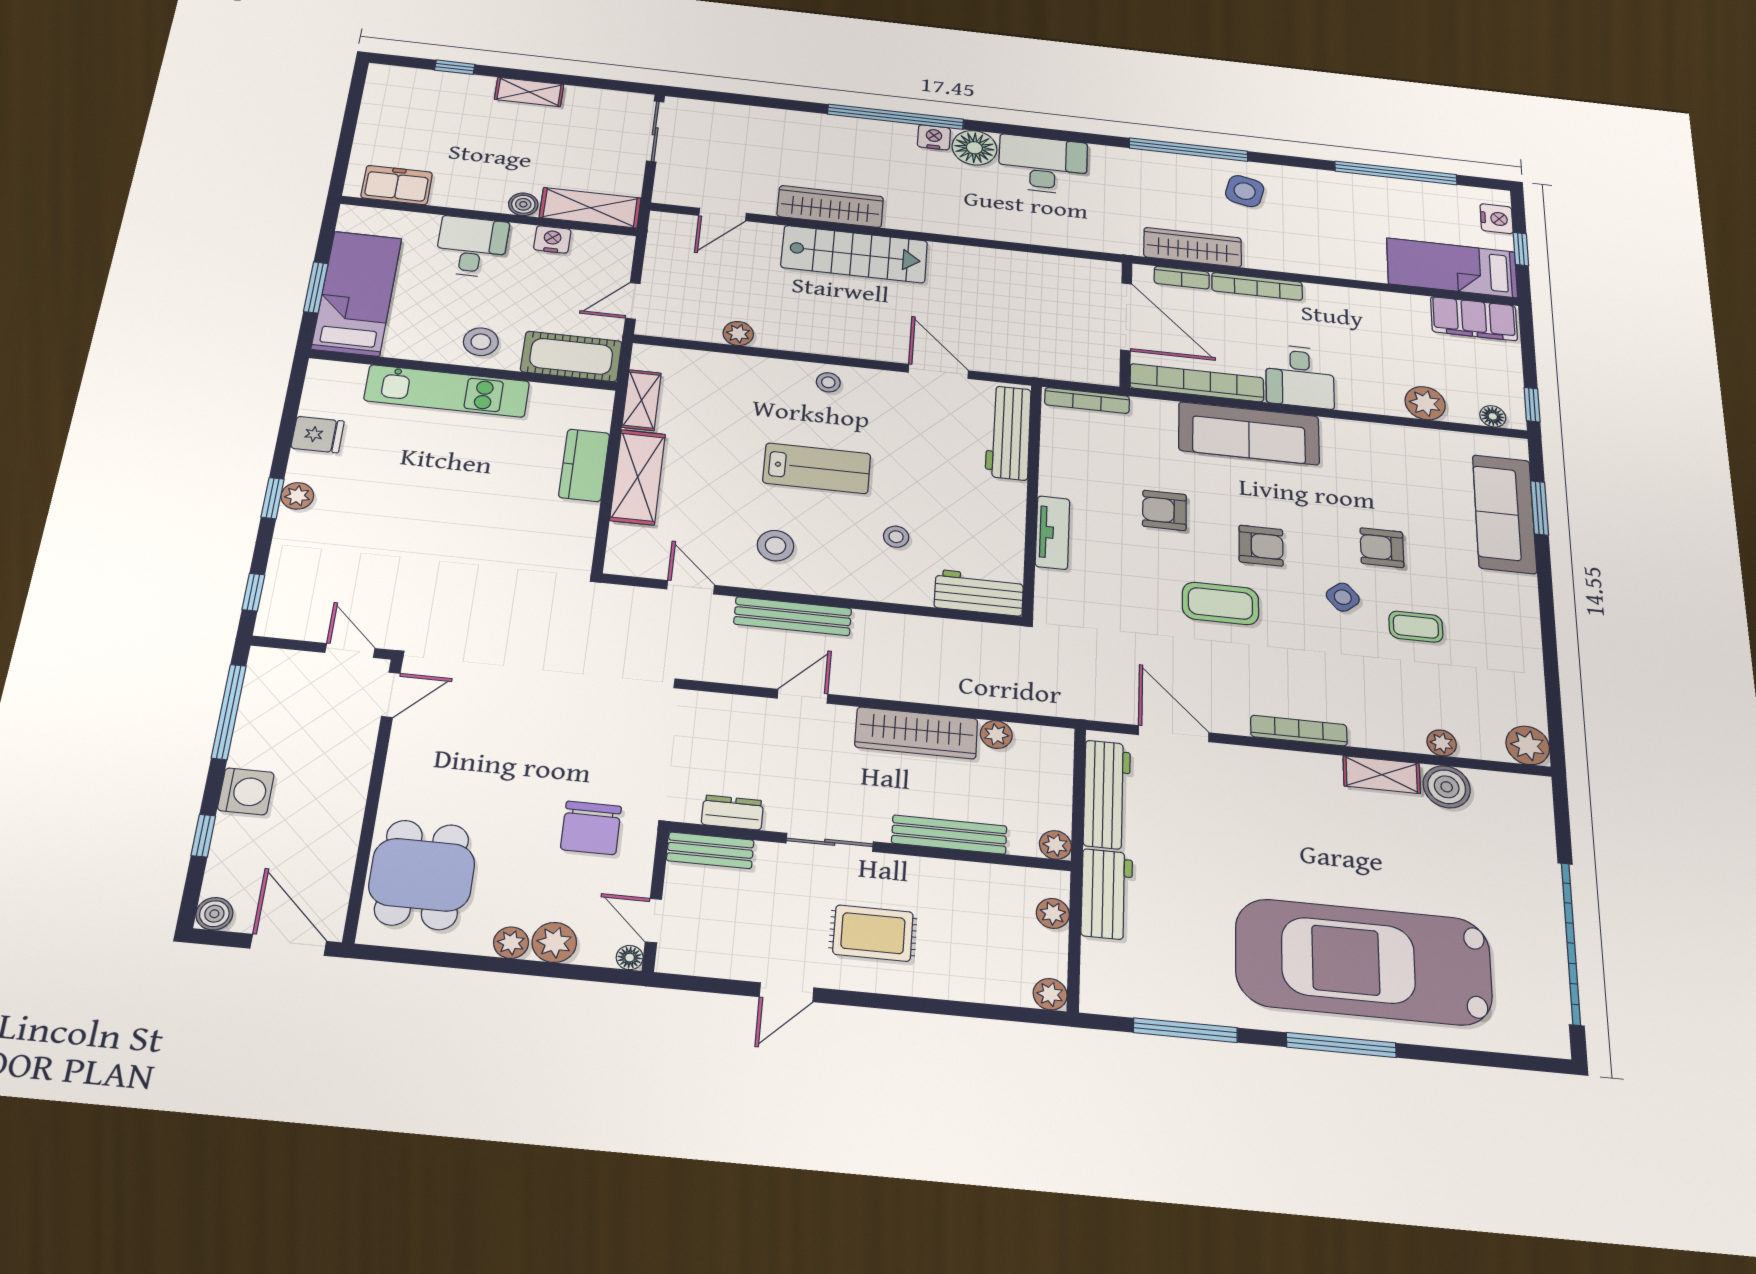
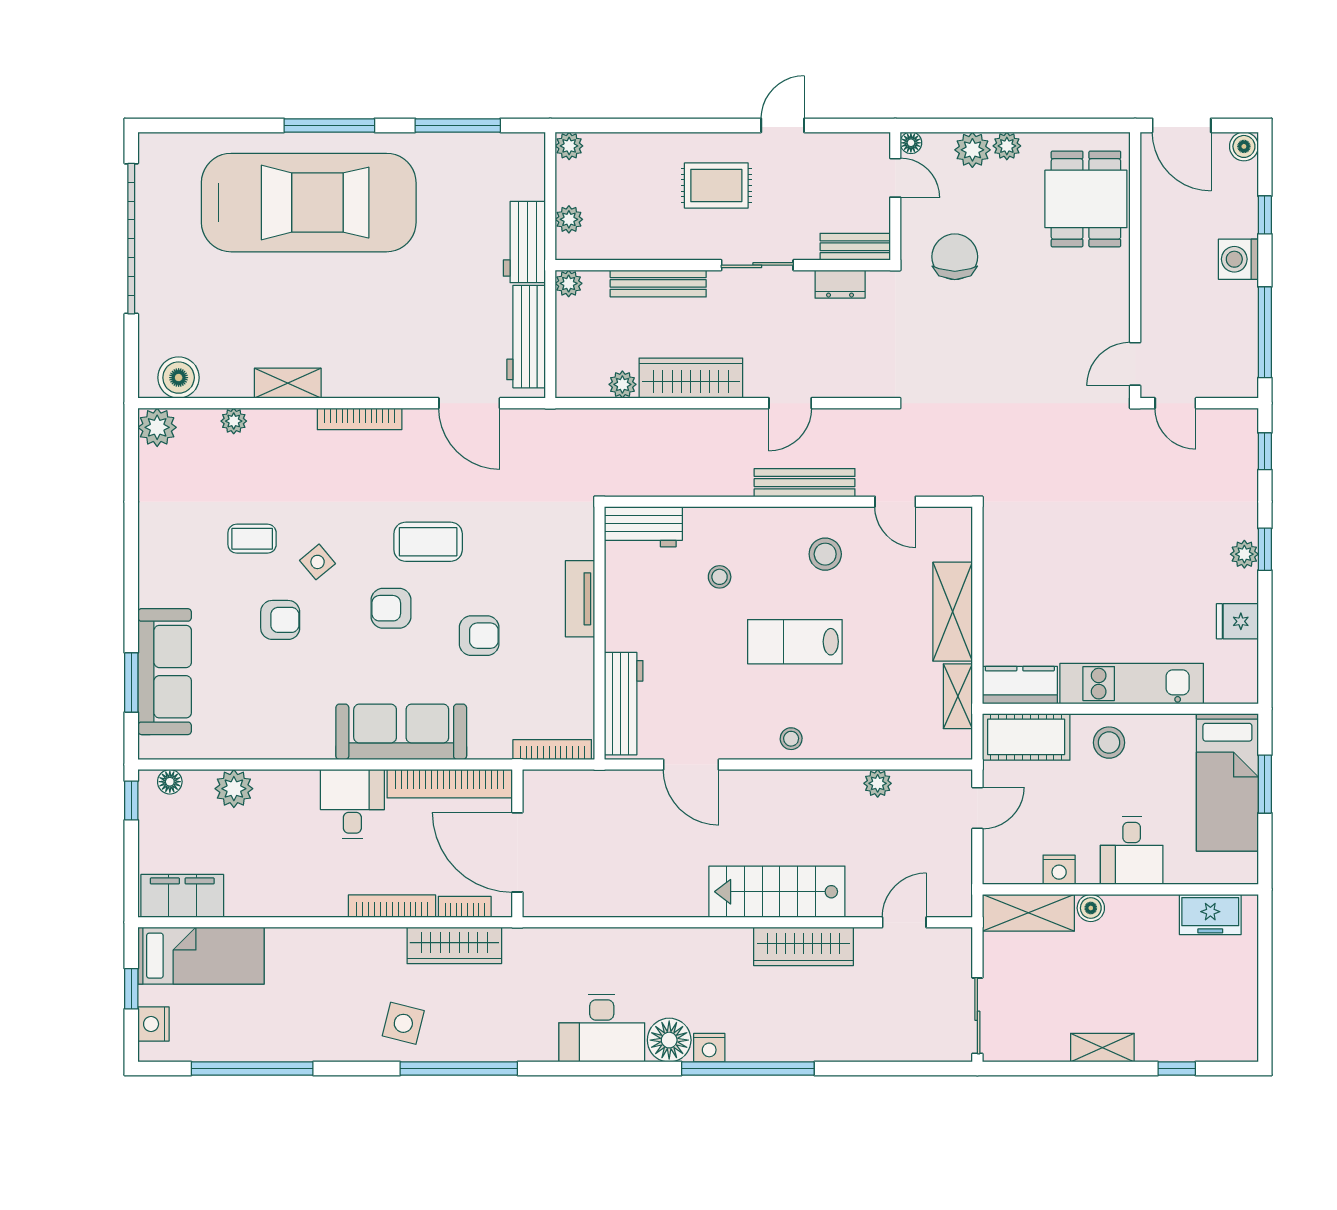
kitchen counter: (584, 465) -> (1020, 685), moved, turned -90
boiler: (1447, 787) -> (179, 378), moved

